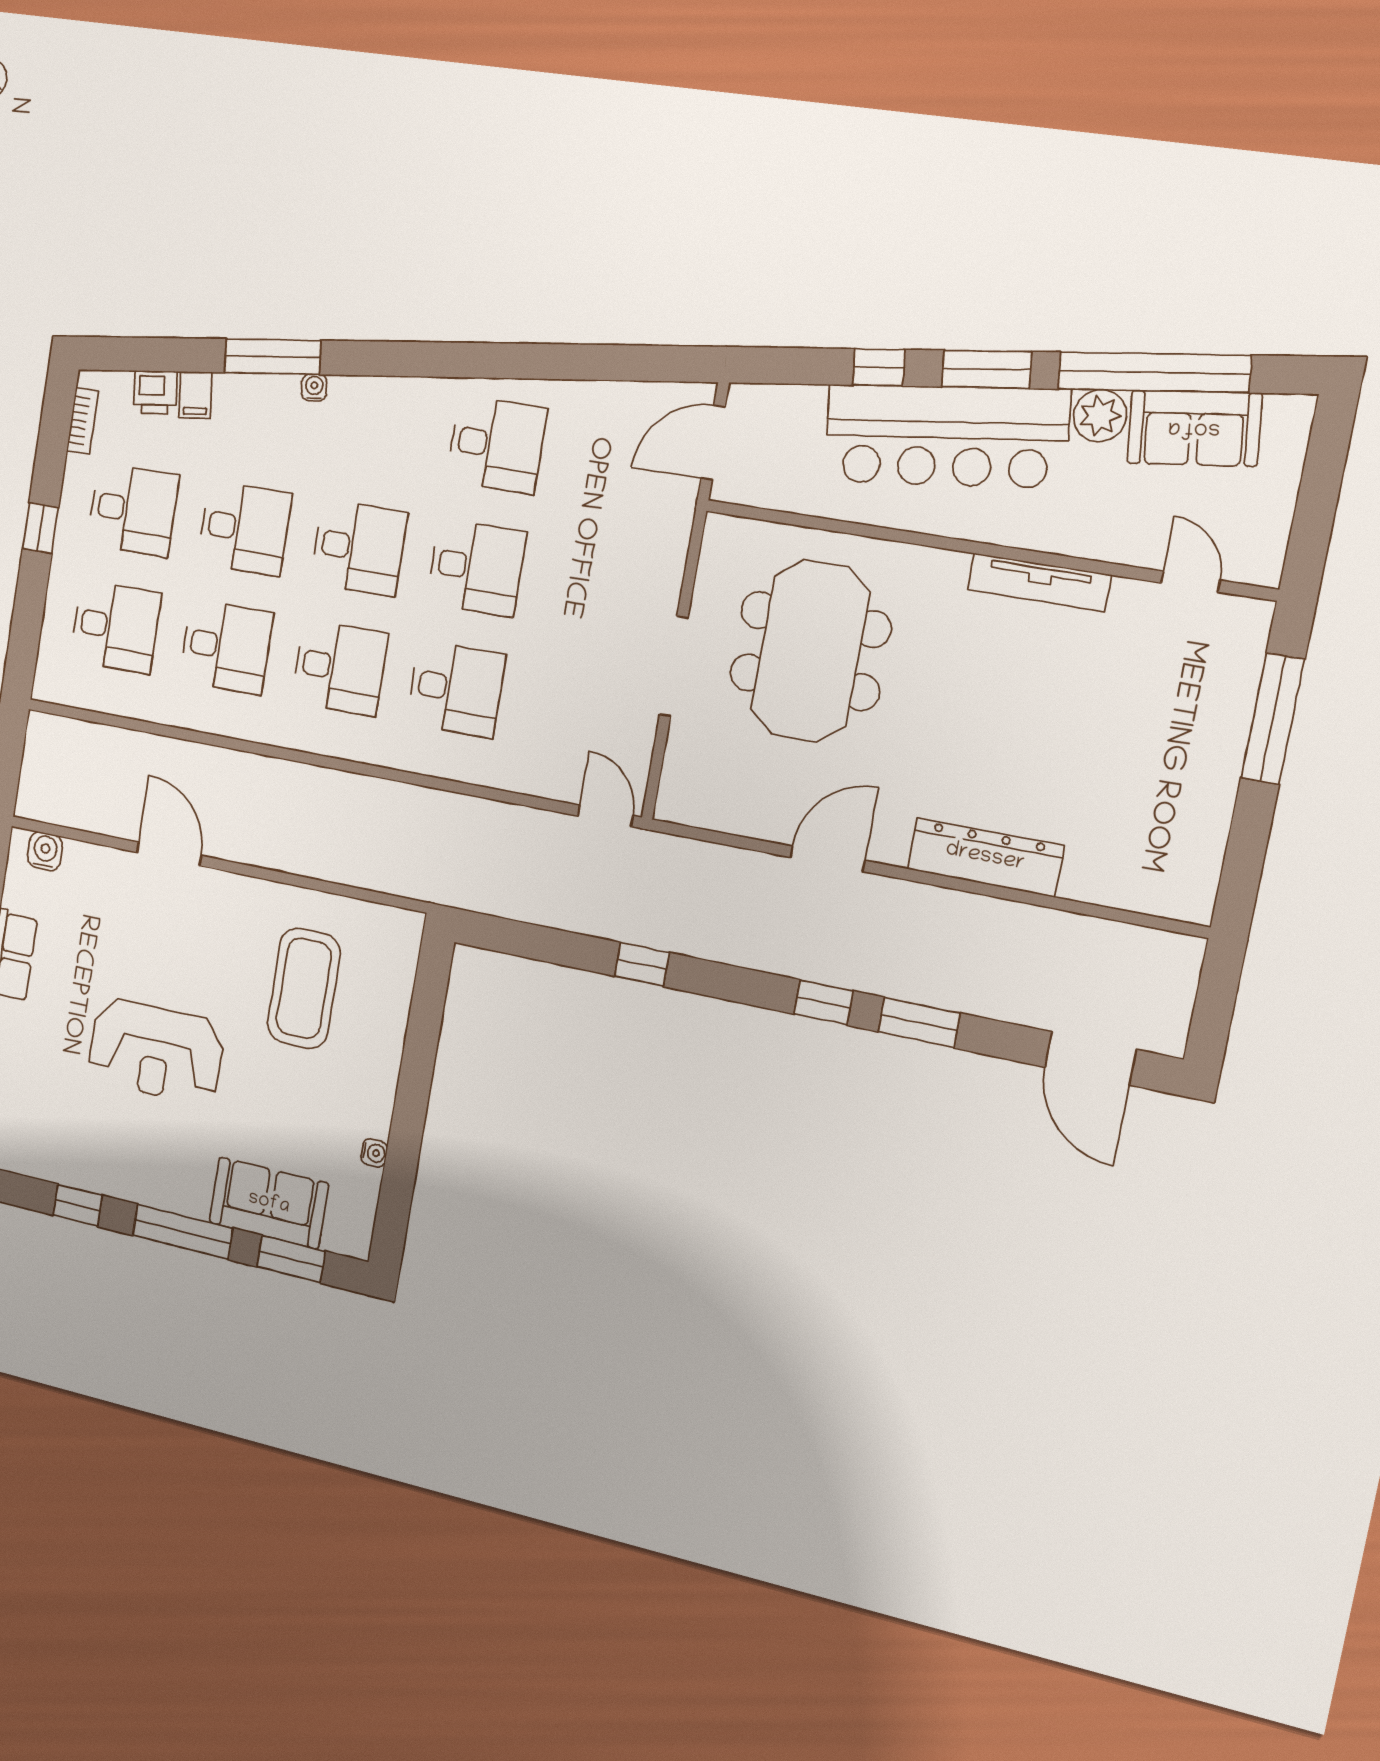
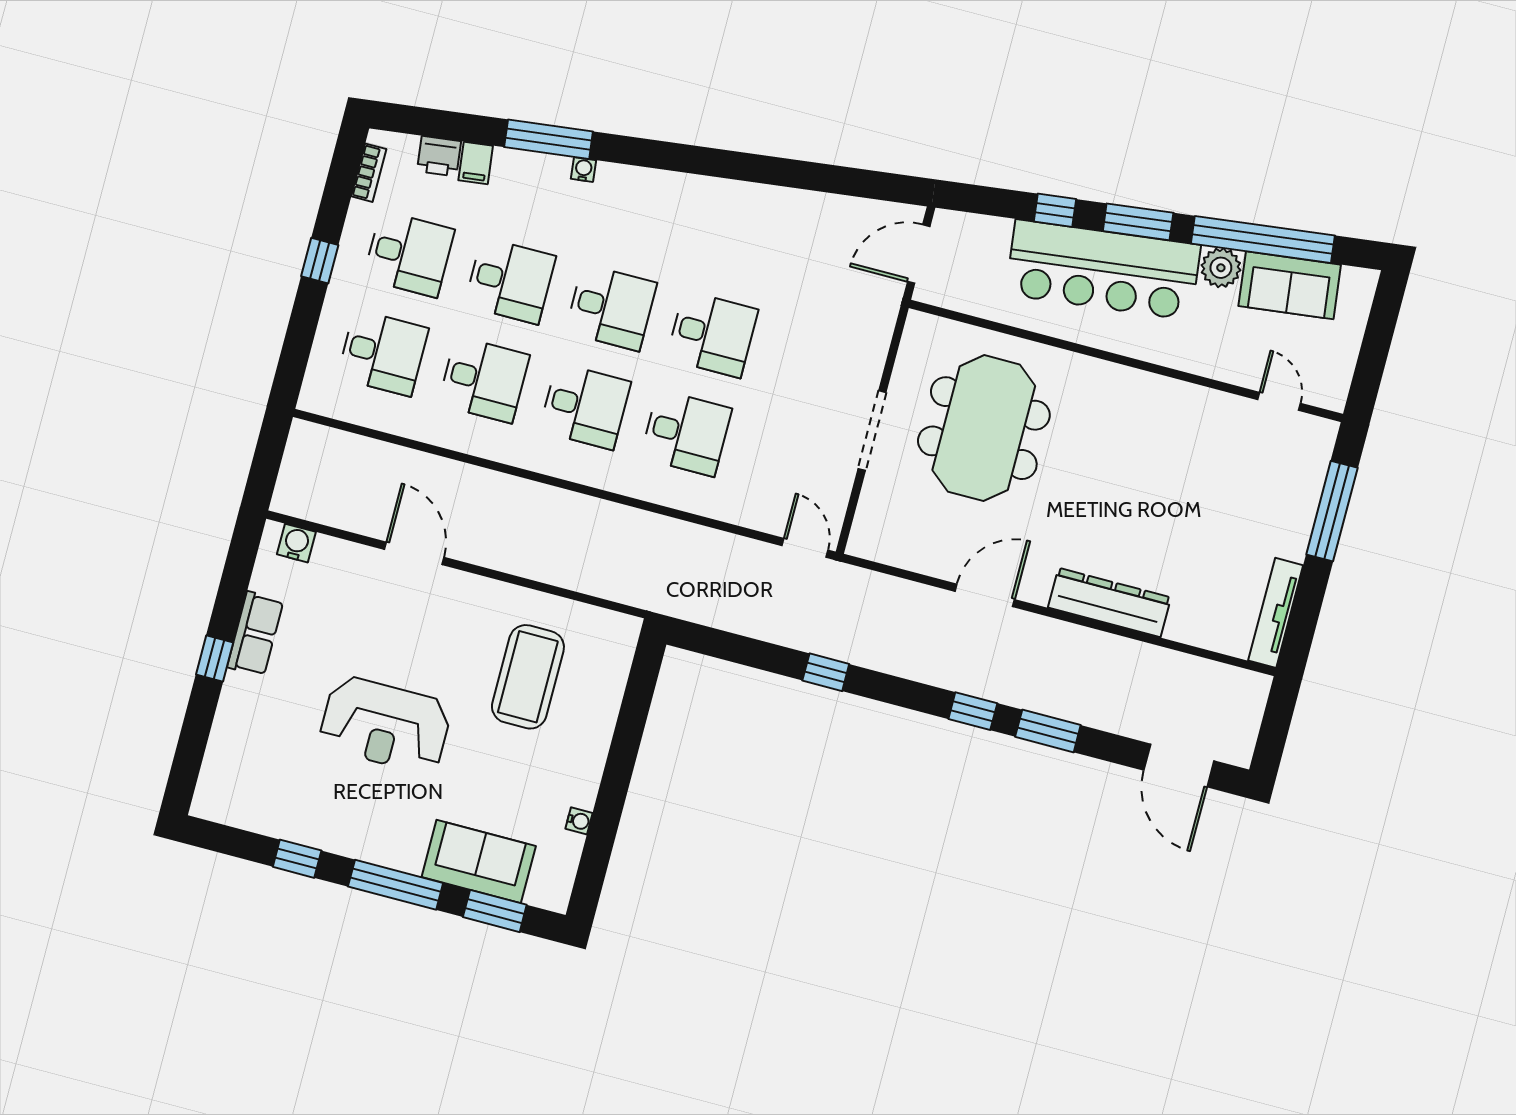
desk: (497, 445) -> (738, 235), removed
tv unit: (1039, 582) -> (1276, 613), moved, turned 90

